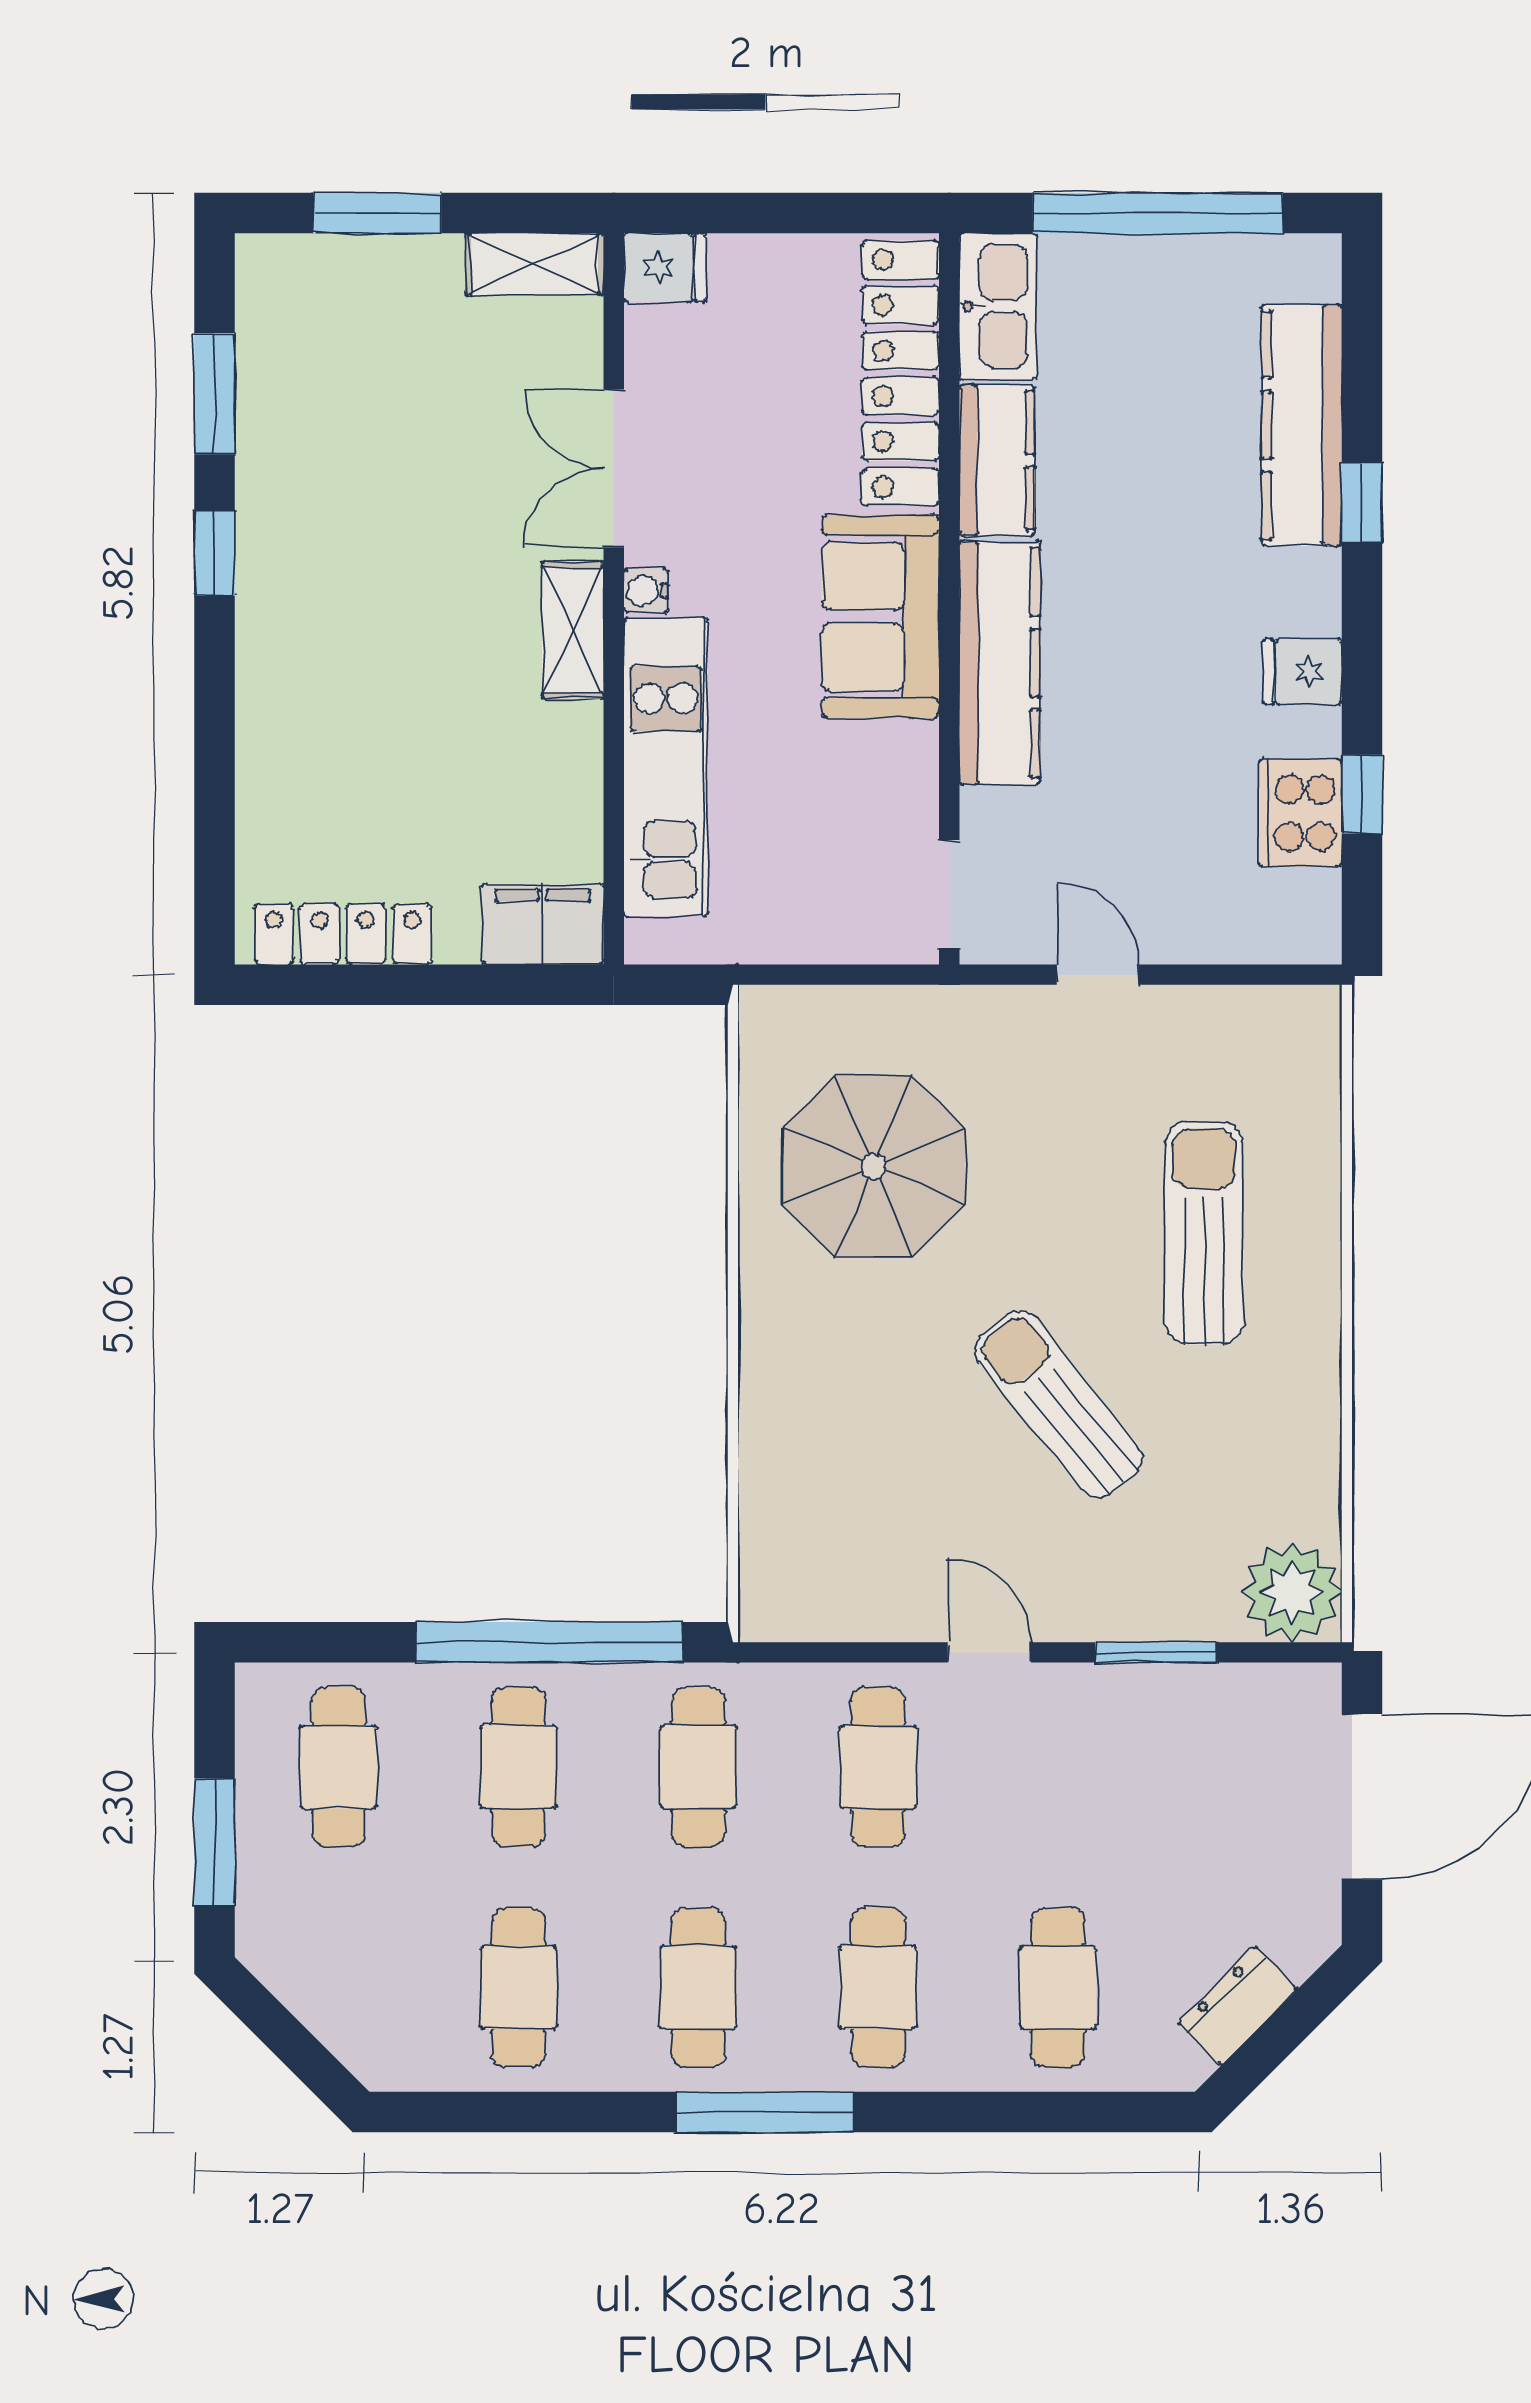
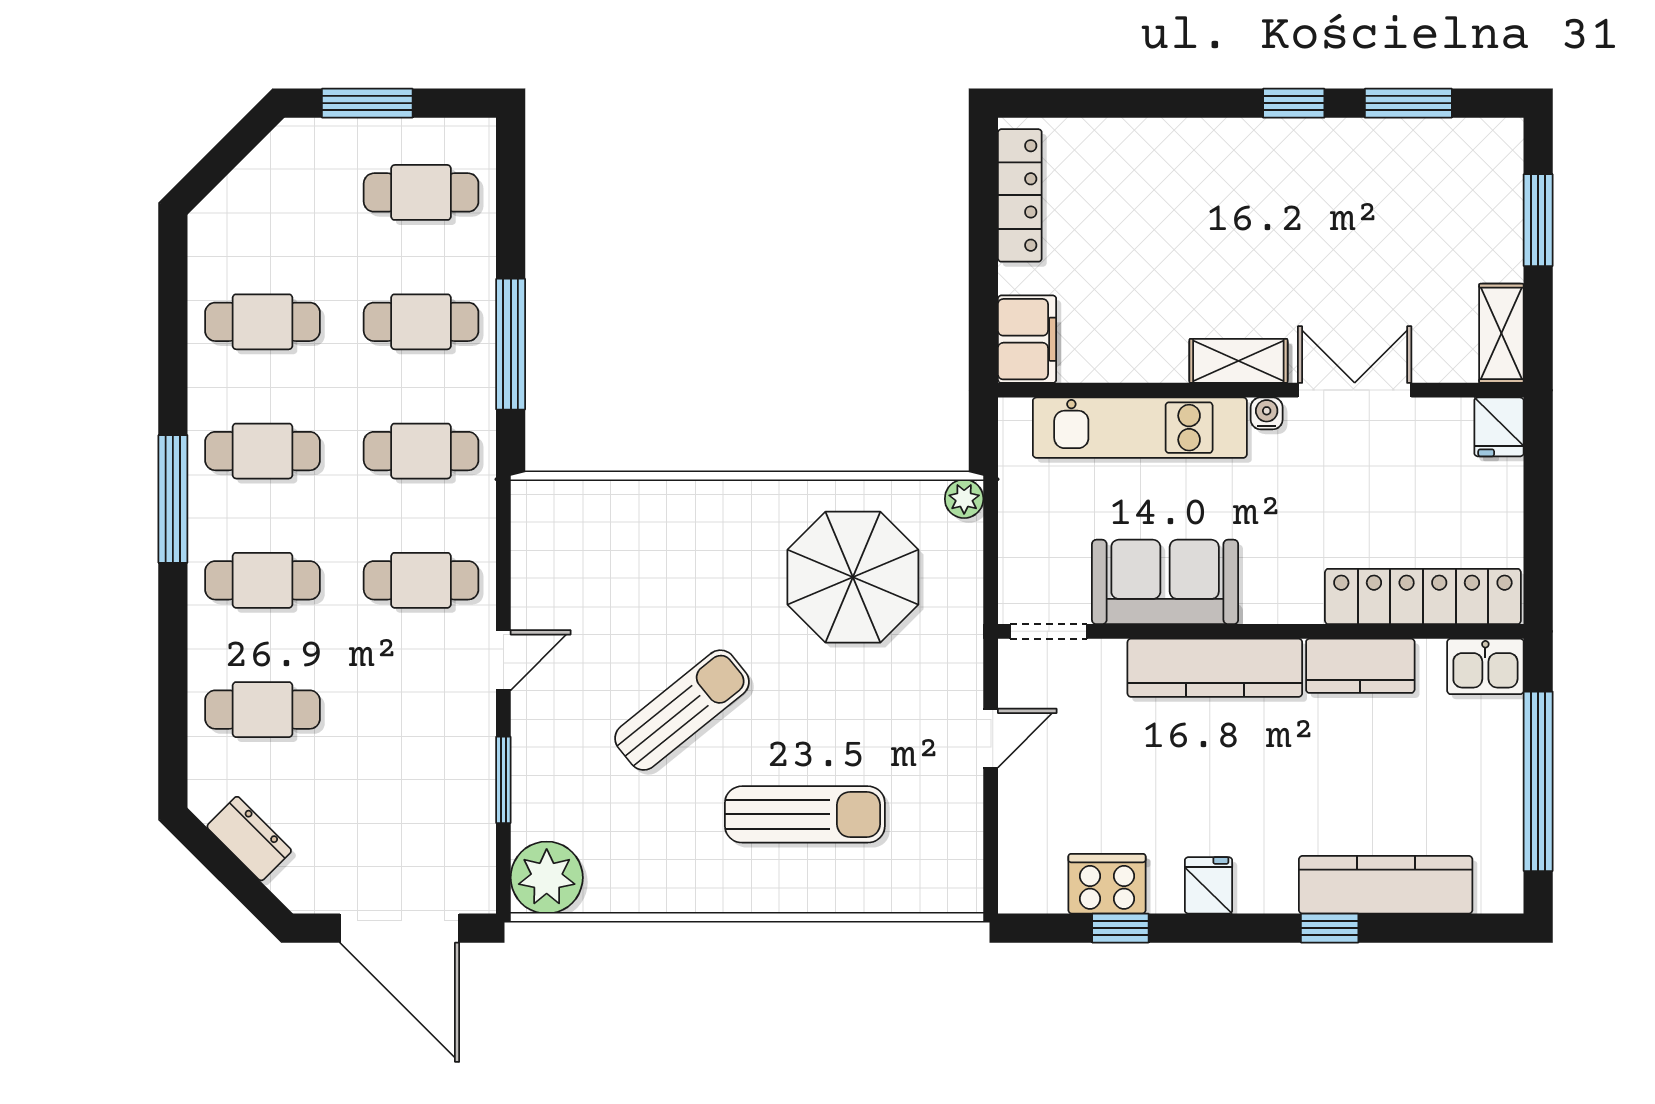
kitchen sink: (998, 306) -> (1485, 666), width x0.73
sofa: (880, 617) -> (1165, 582), moved
plant: (765, 1012) -> (964, 499), added
window: (550, 1642) -> (511, 344), width x0.68

